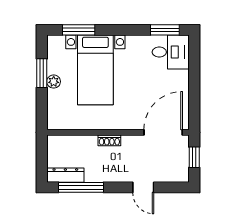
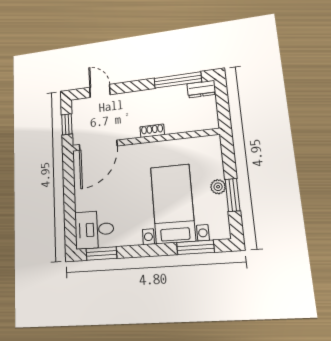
dresser: (65, 175) -> (201, 89), width x0.70
door: (143, 187) -> (100, 91), moved

